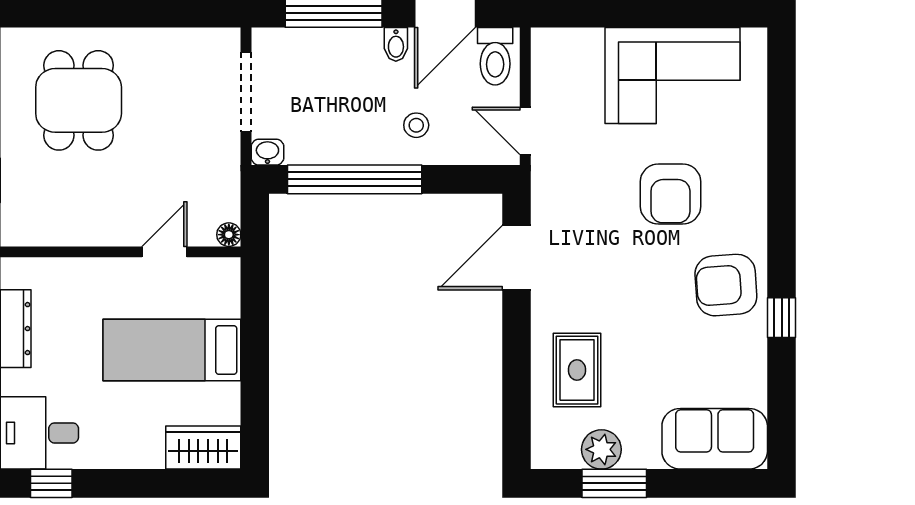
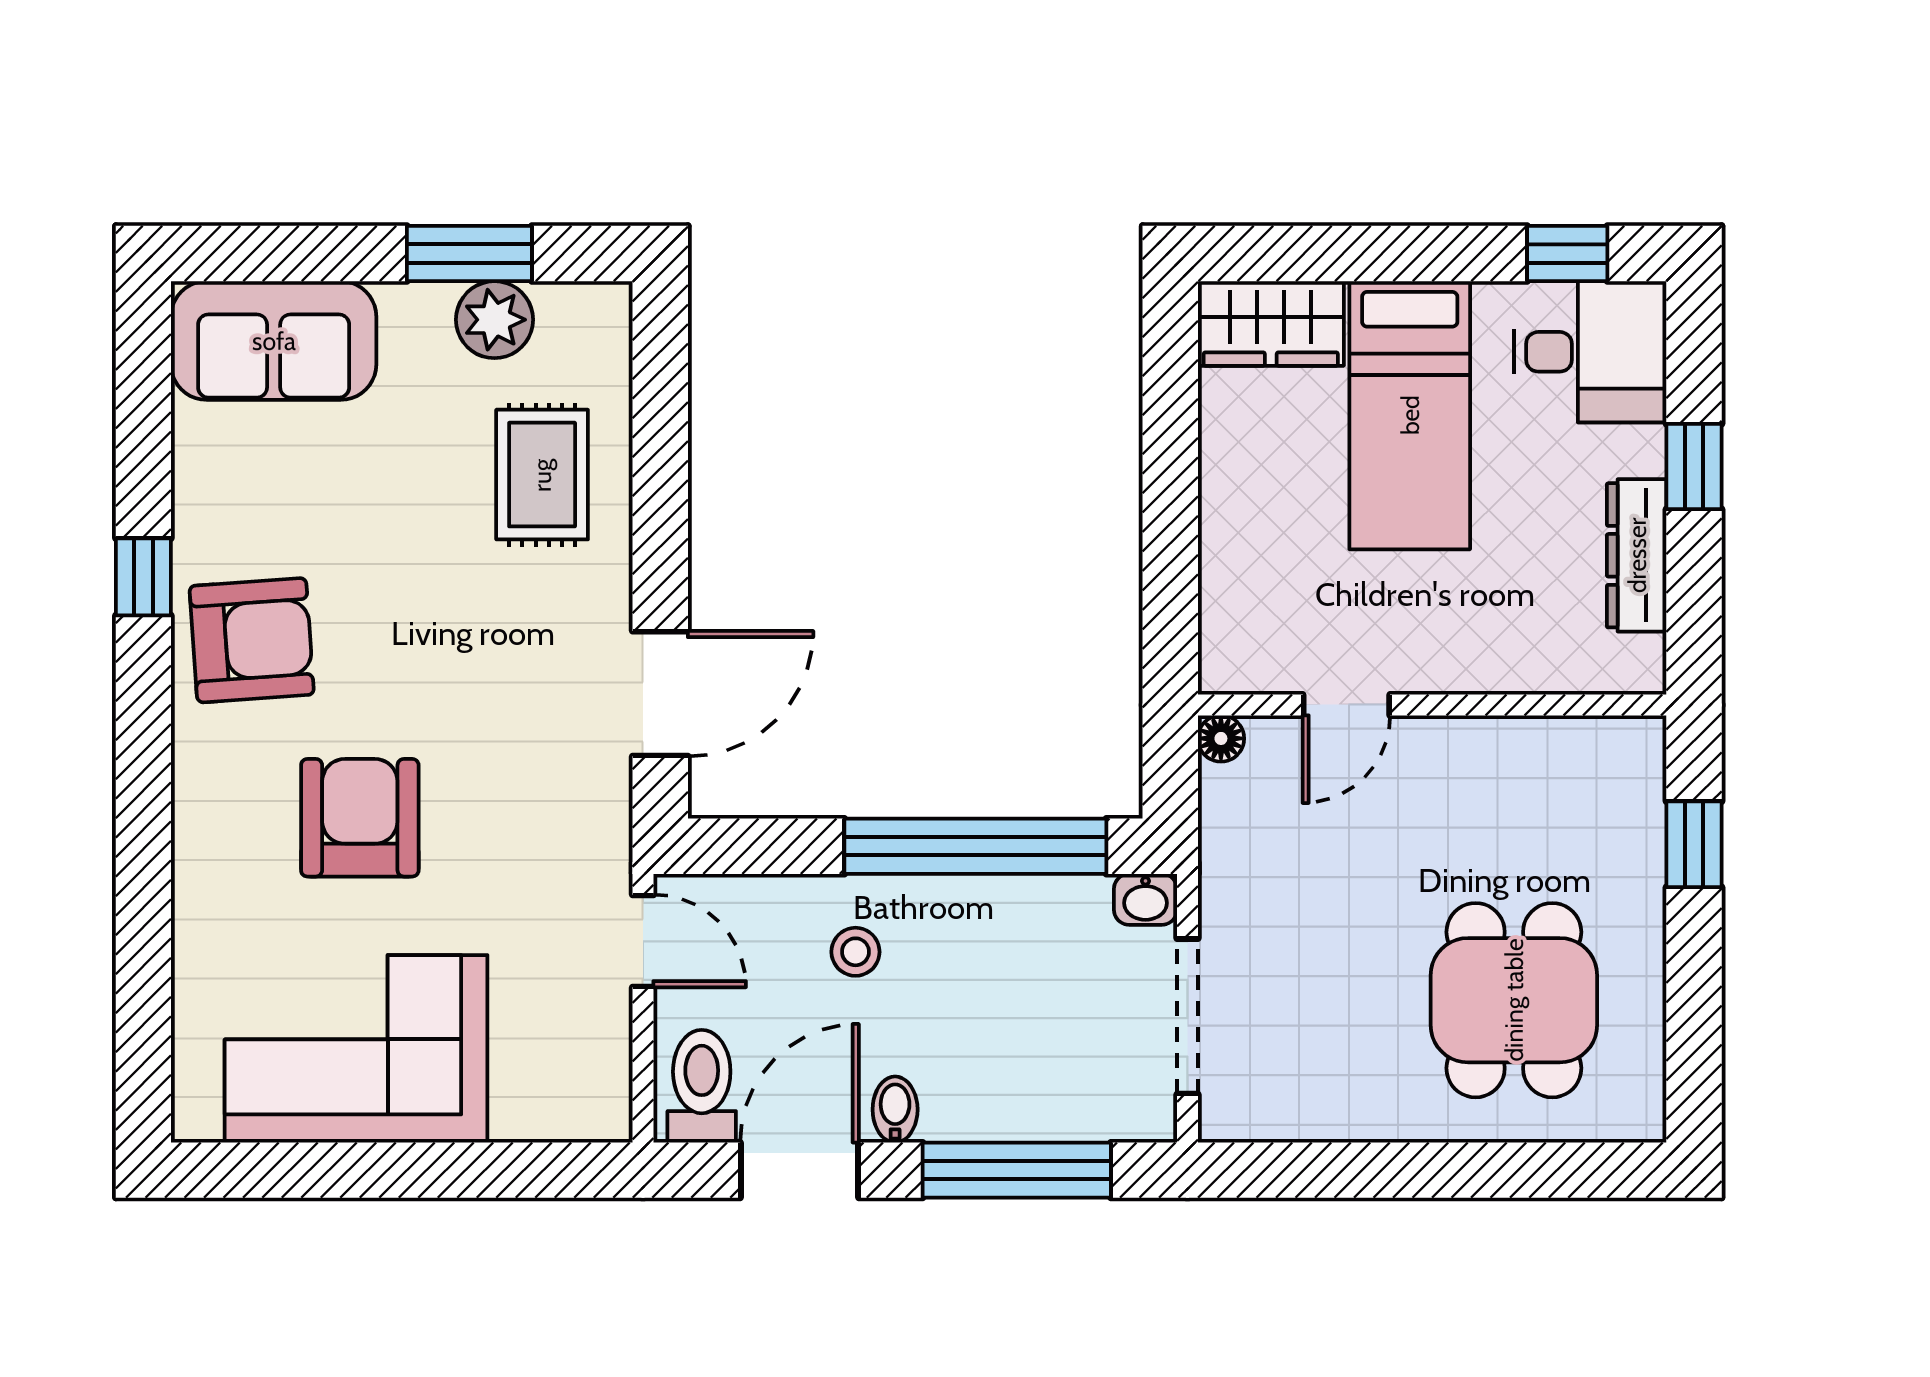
bed: (172, 350) -> (1410, 415), moved, turned 90

